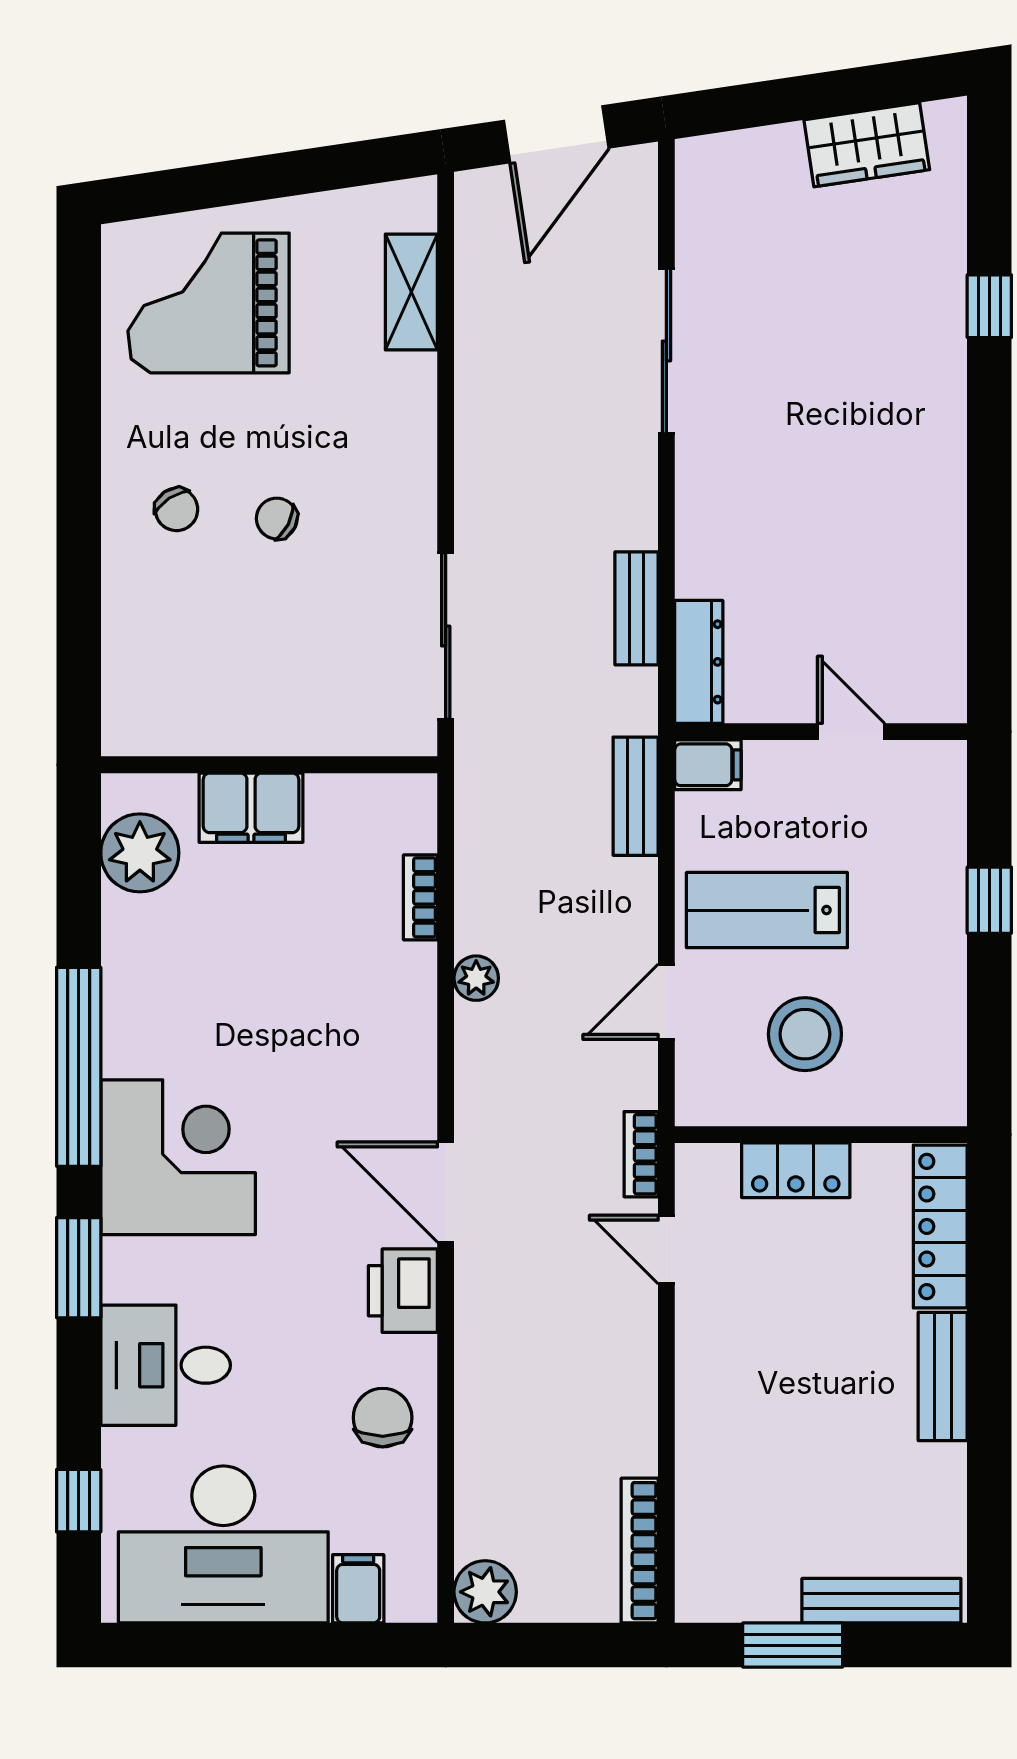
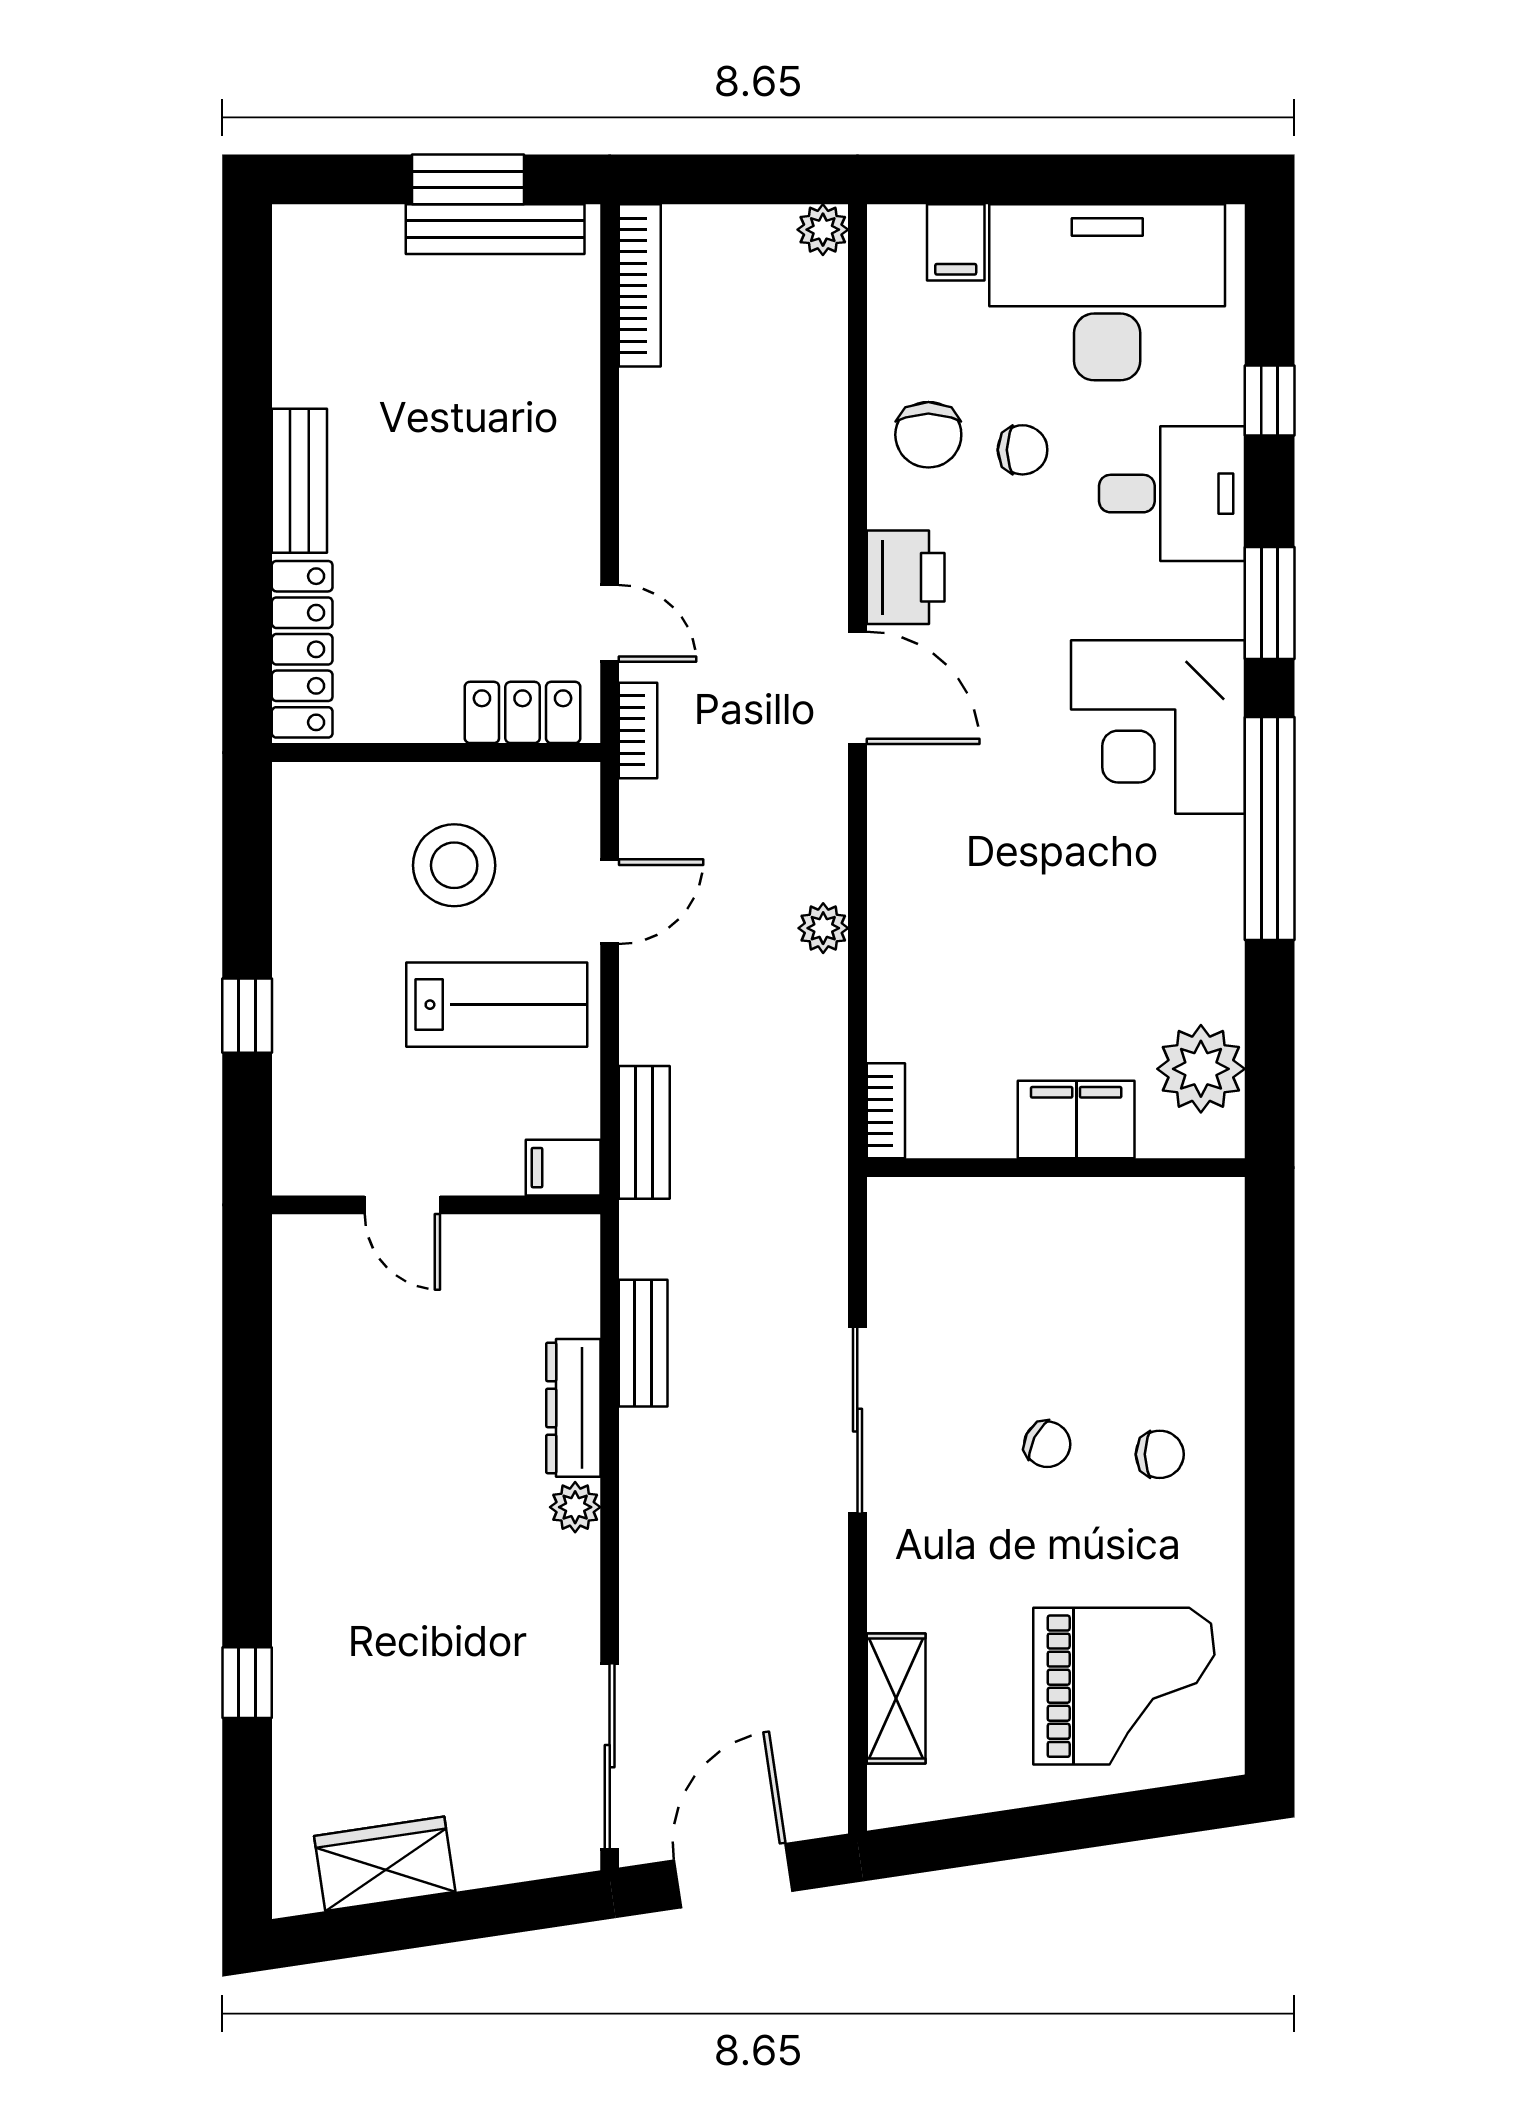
sliding door: (666, 351) -> (610, 1756), moved
plant: (697, 462) -> (575, 1507), added
chair: (176, 509) -> (1160, 1454), turned 123
sliding door: (446, 636) -> (857, 1420), moved
dresser: (699, 662) -> (573, 1408), moved
bookcase: (420, 897) -> (886, 1111), moved
locker: (796, 1170) -> (523, 712), moved
chair: (299, 1404) -> (1023, 450), added
window: (79, 1501) -> (1270, 401), moved
plant: (485, 1592) -> (823, 230), width x0.73, depth x0.73
bench: (881, 1601) -> (495, 229), moved

